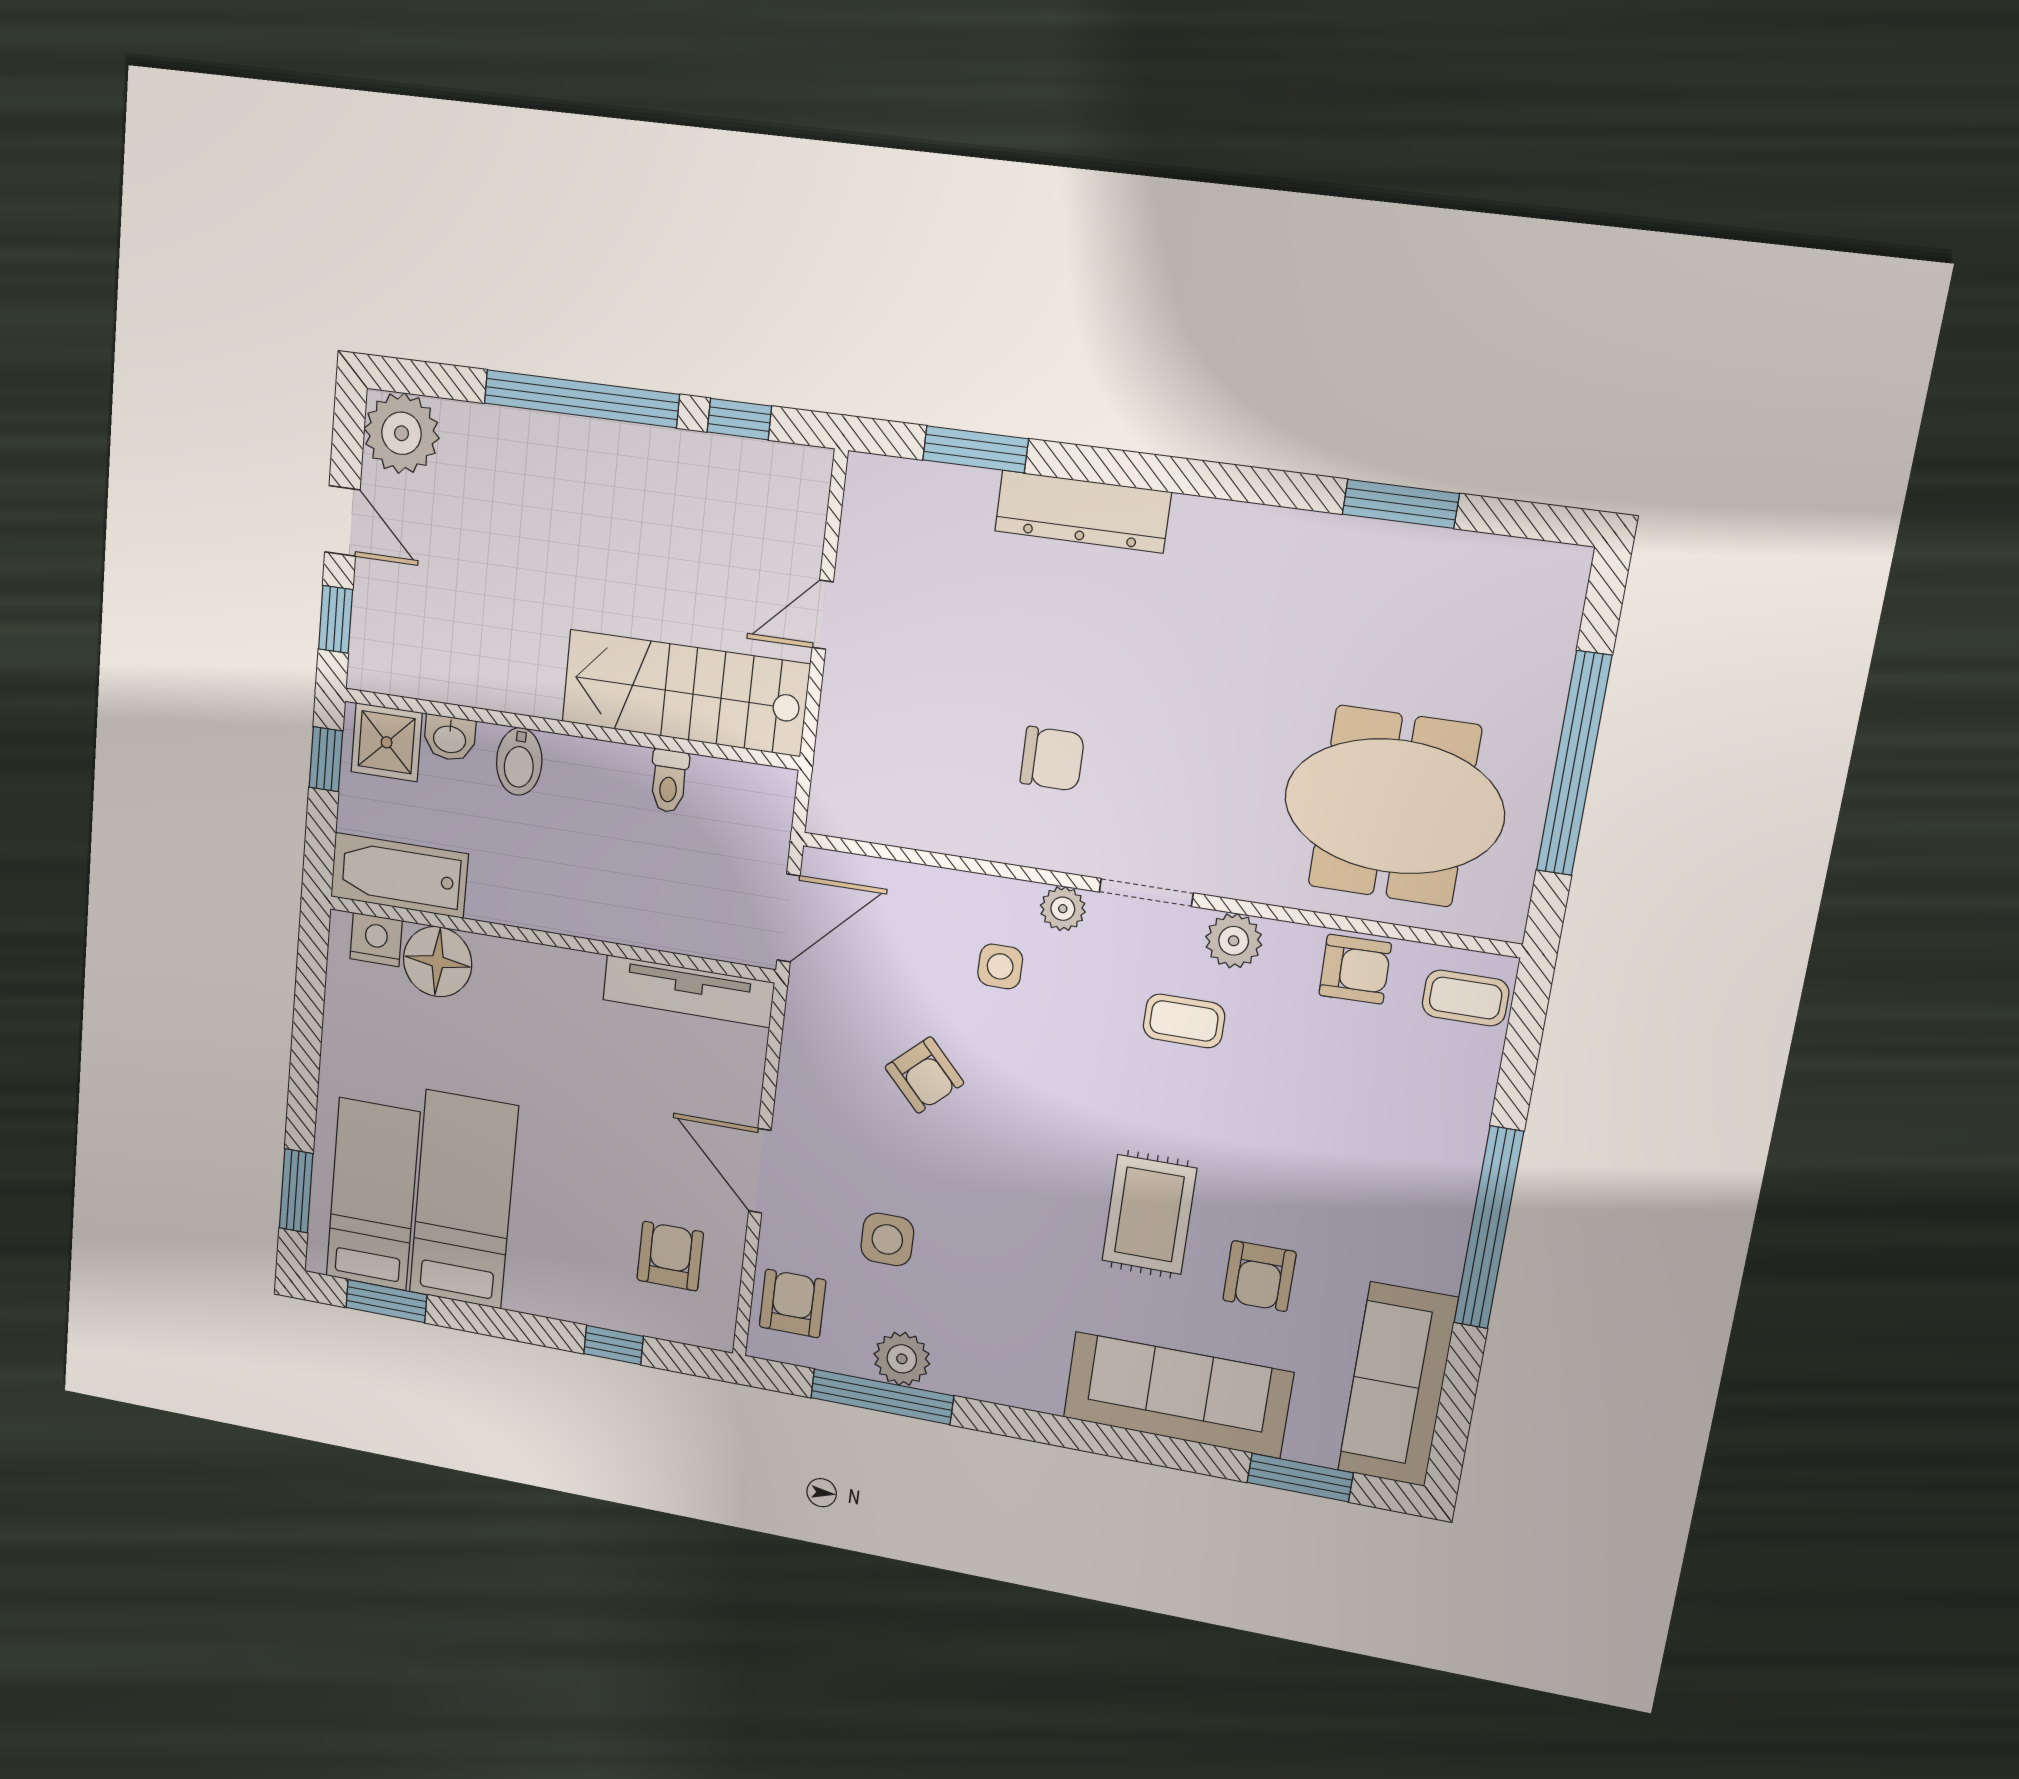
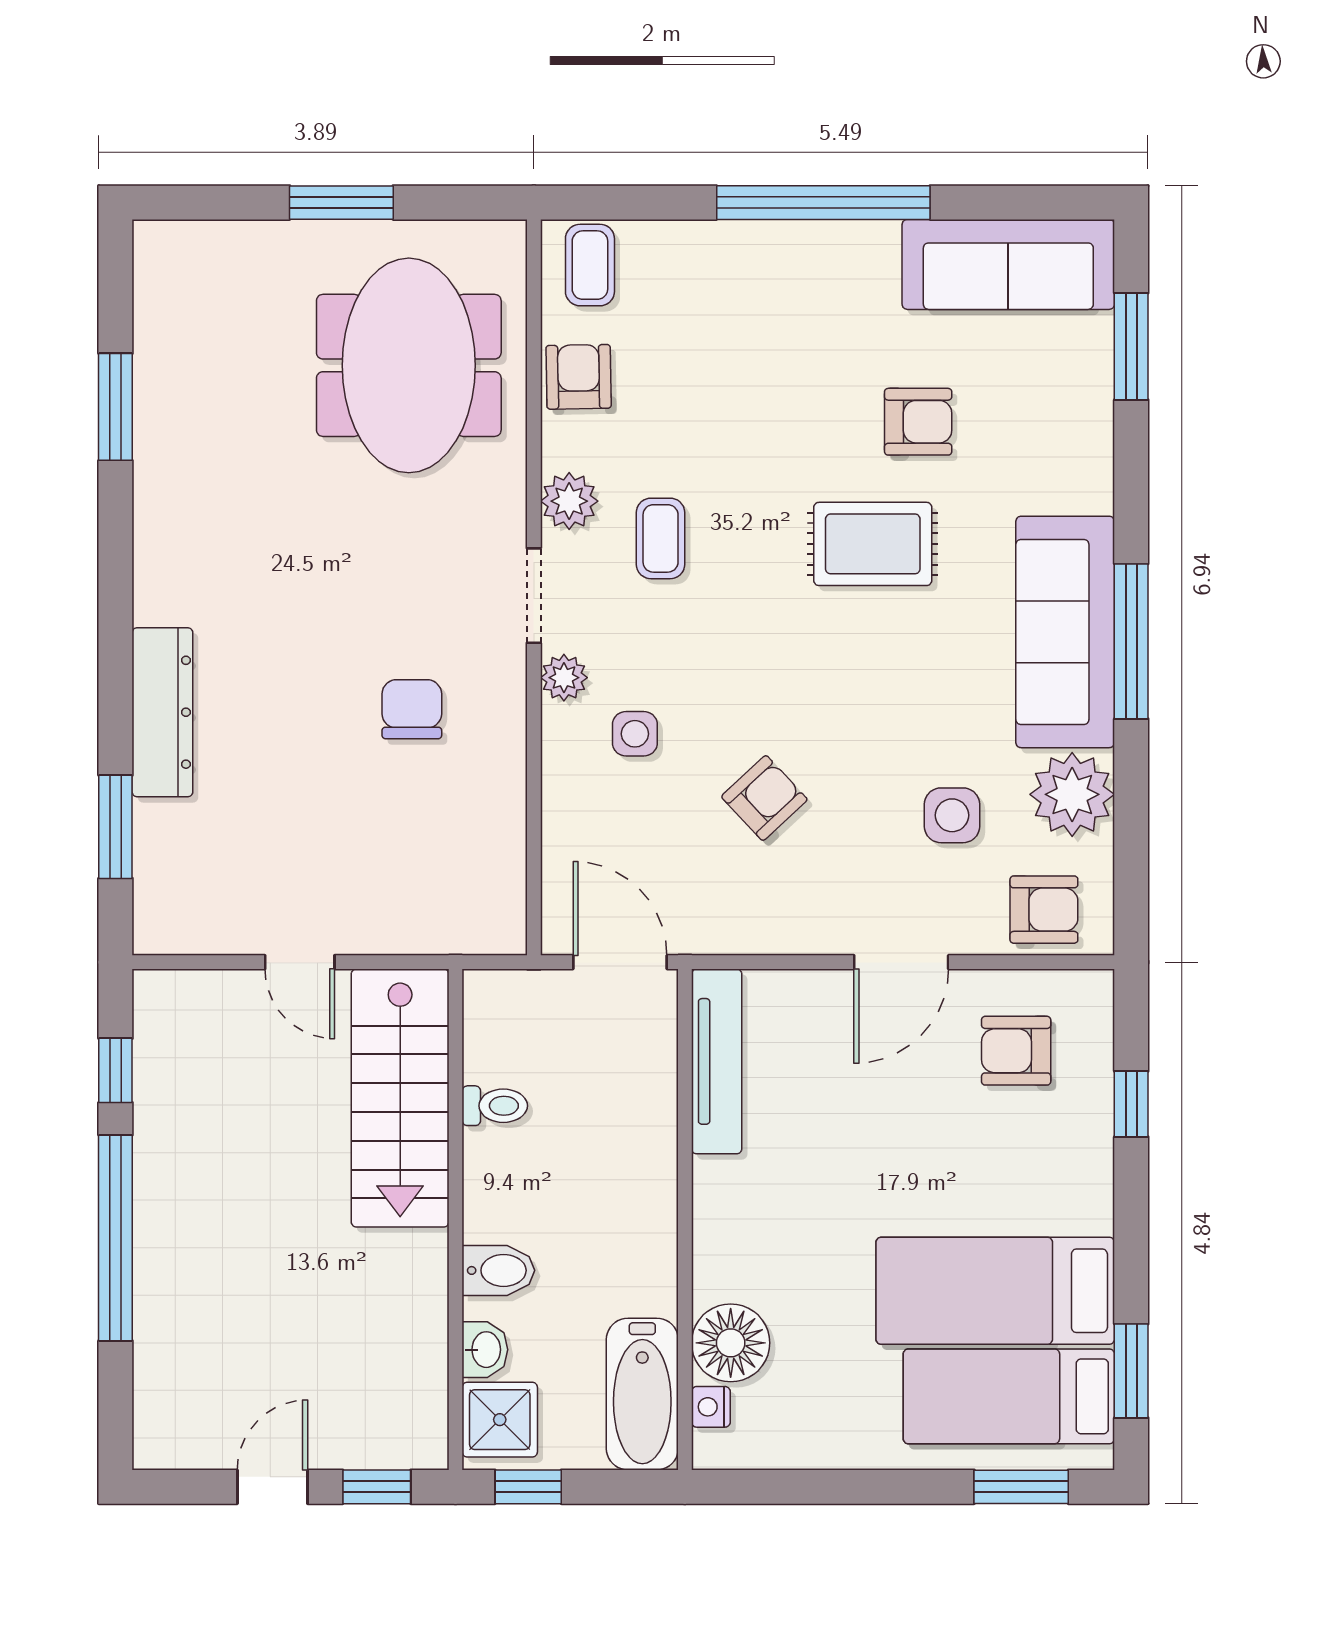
plant: (402, 433) -> (174, 1428), removed
window: (1574, 764) -> (341, 203), width x0.47
nightstand: (376, 940) -> (711, 1407), width x0.72, depth x0.74
armchair: (793, 1303) -> (1044, 910), turned 180
plant: (902, 1359) -> (1072, 794), width x1.36, depth x1.36
sofa: (1178, 1395) -> (1065, 632), moved
window: (882, 1397) -> (1131, 641), moved

